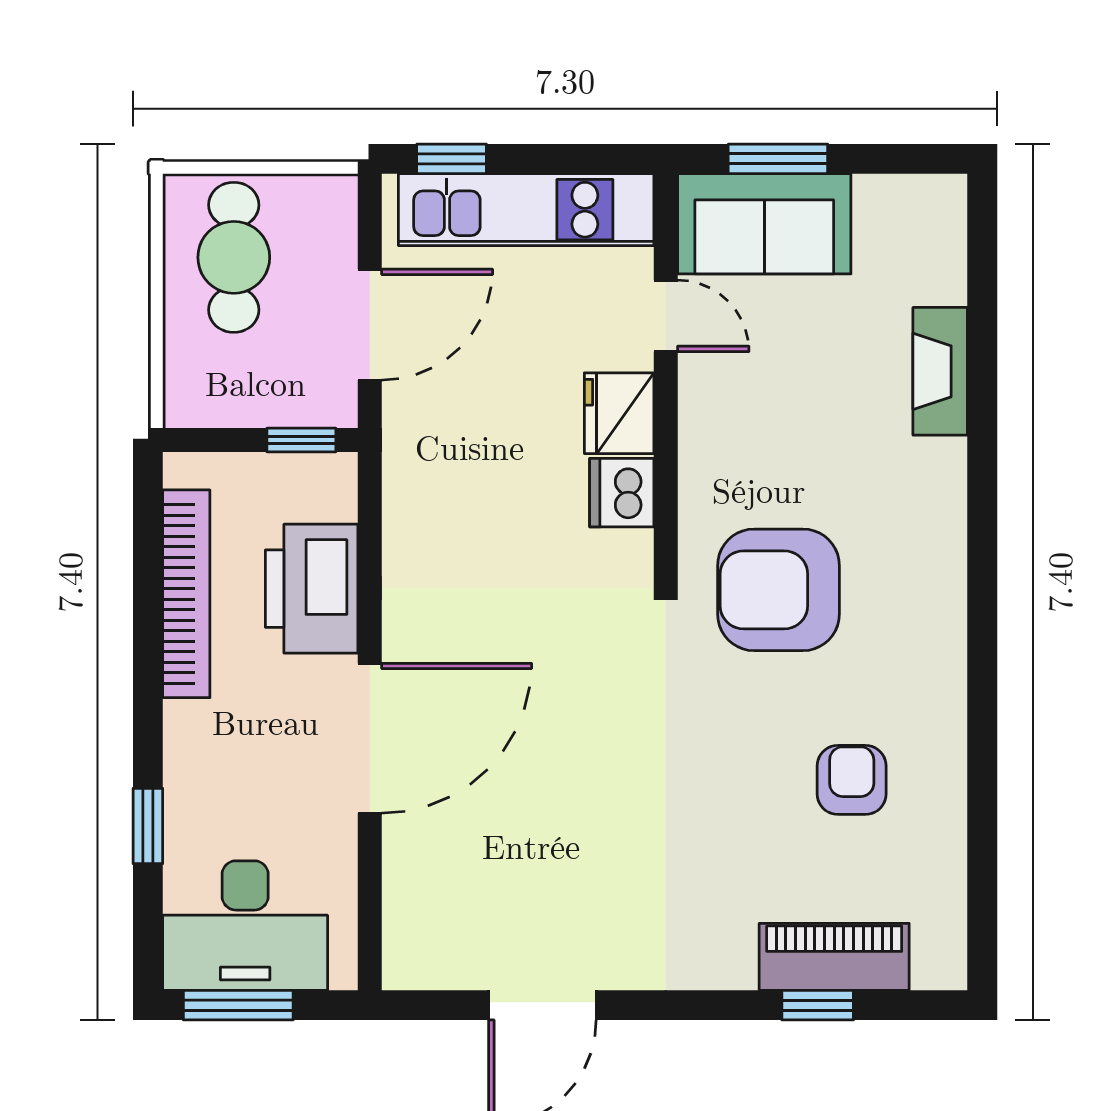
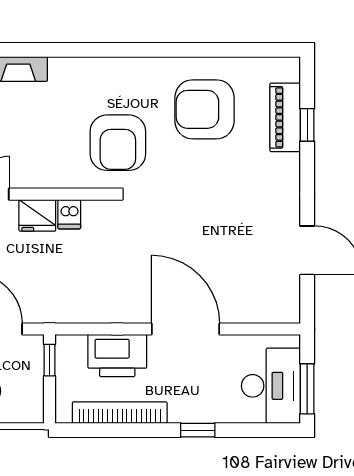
dishwasher: (622, 493) -> (69, 214), width x0.73
armchair: (852, 780) -> (205, 109), width x1.88, depth x1.88
window: (148, 826) -> (198, 430), moved

